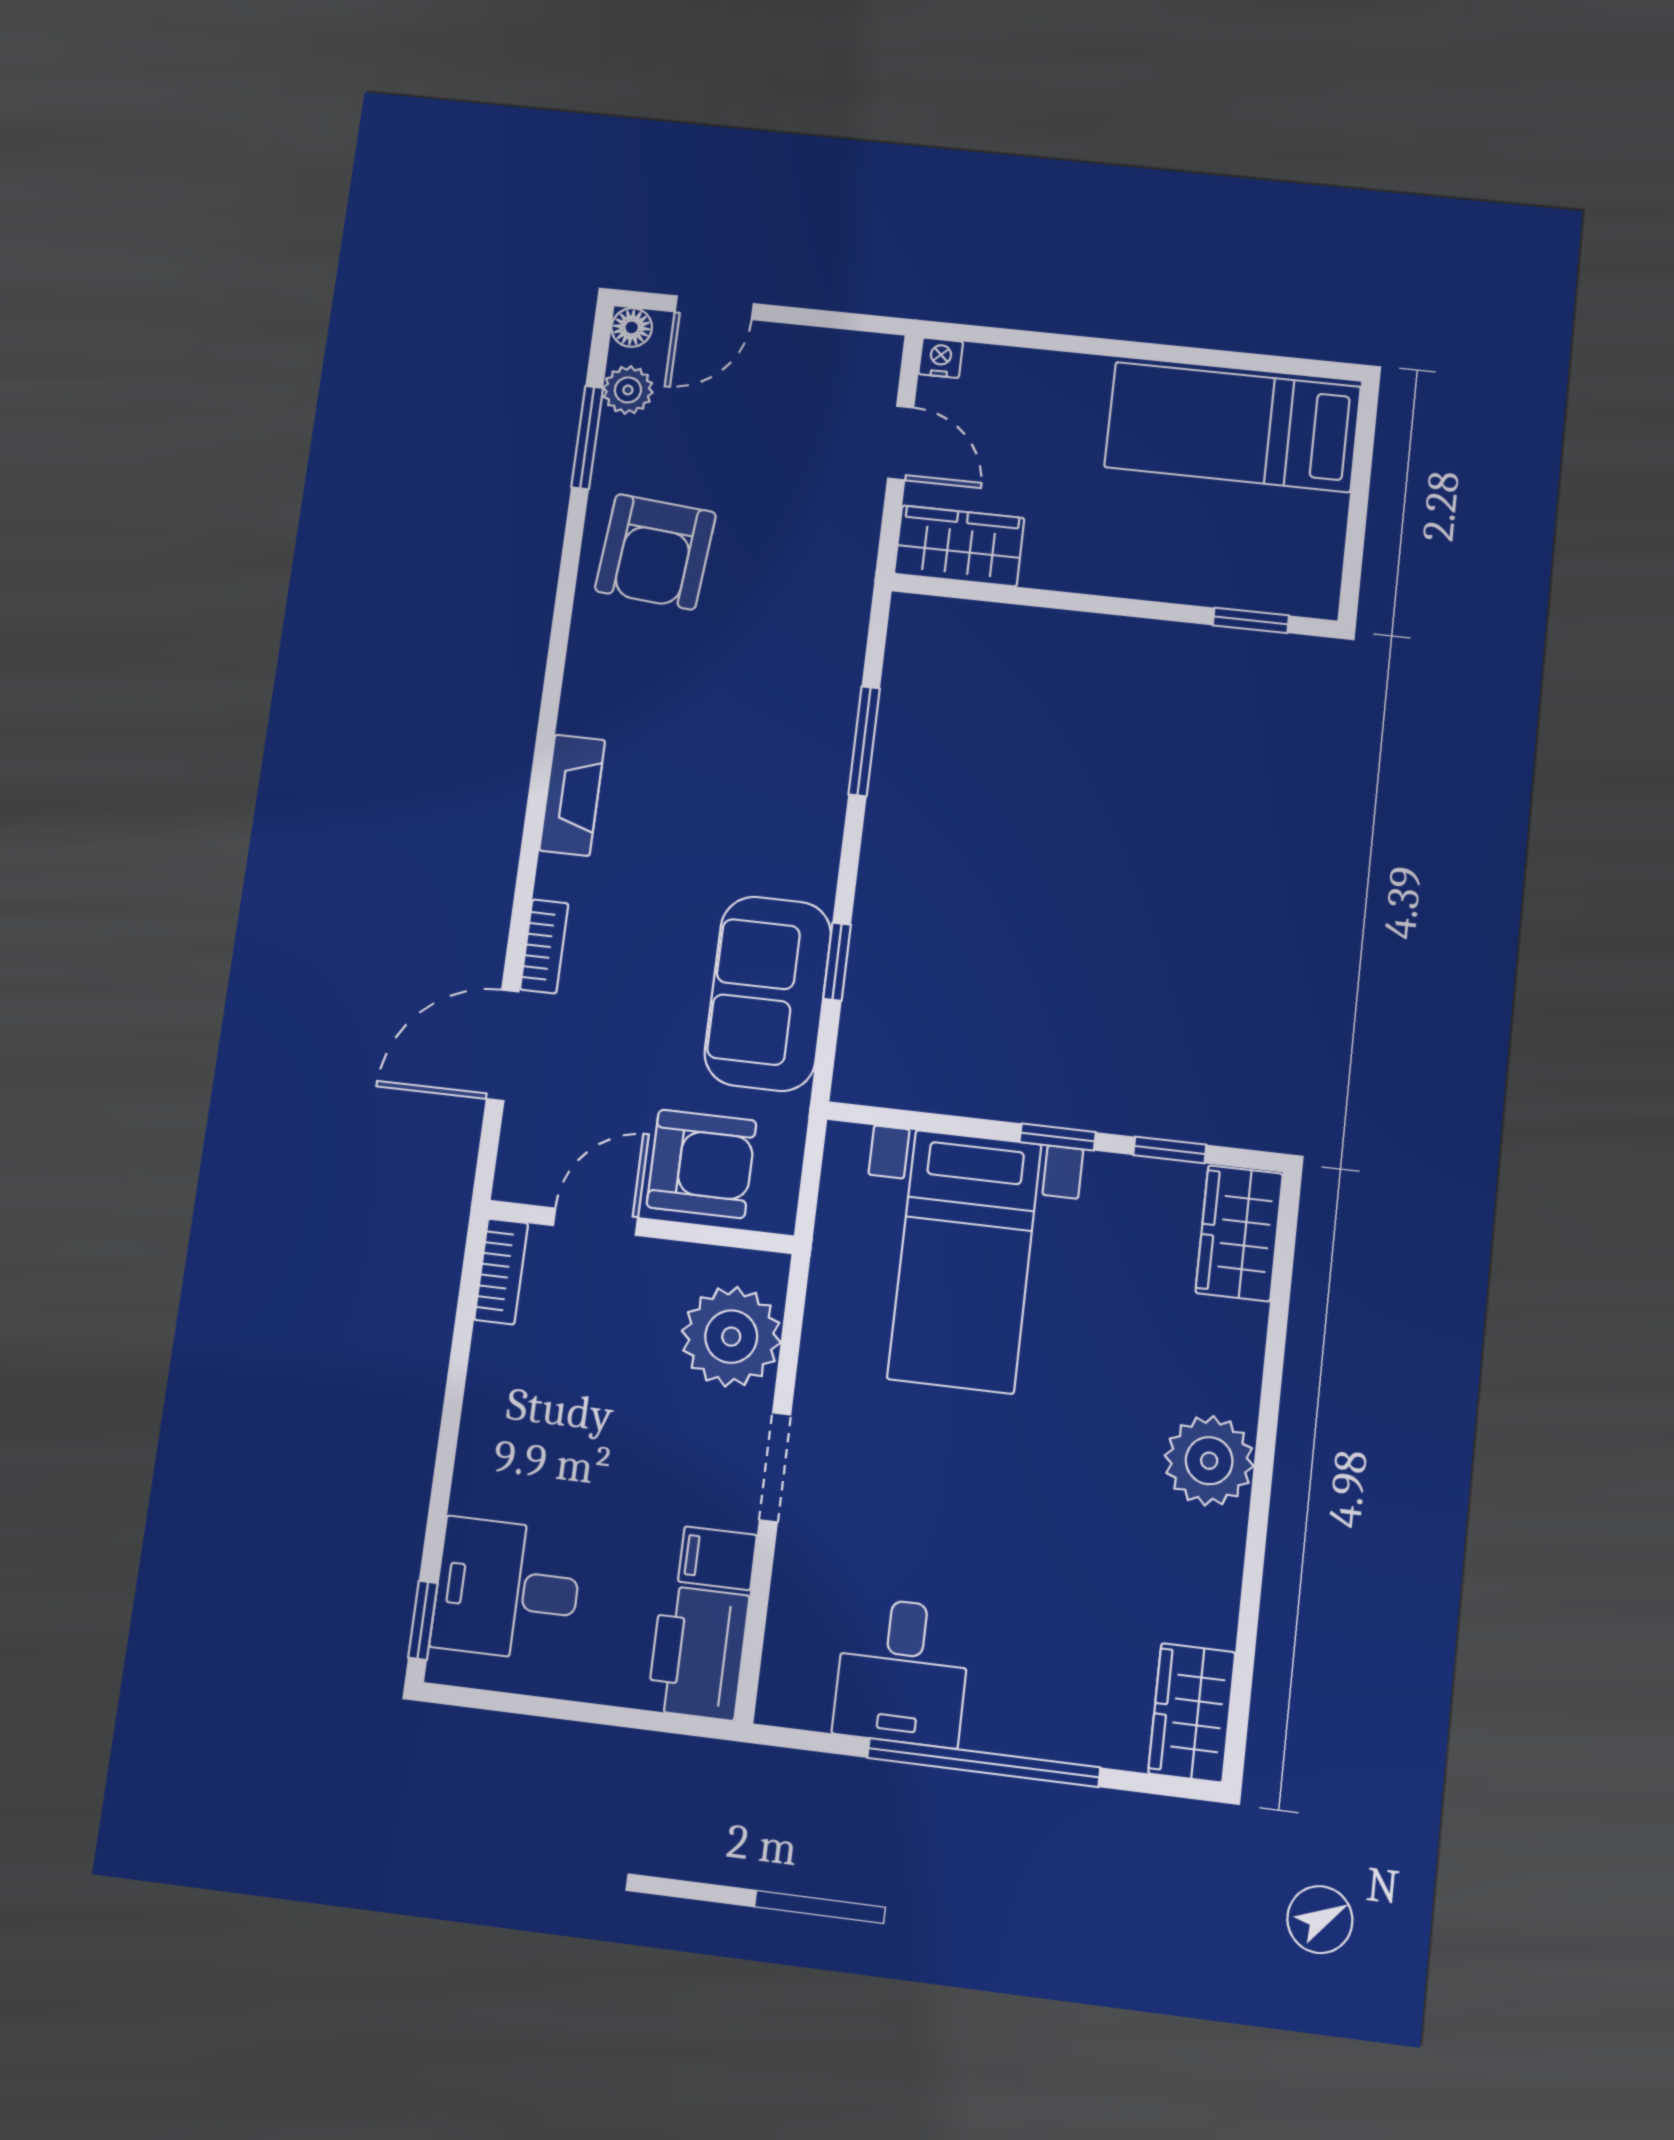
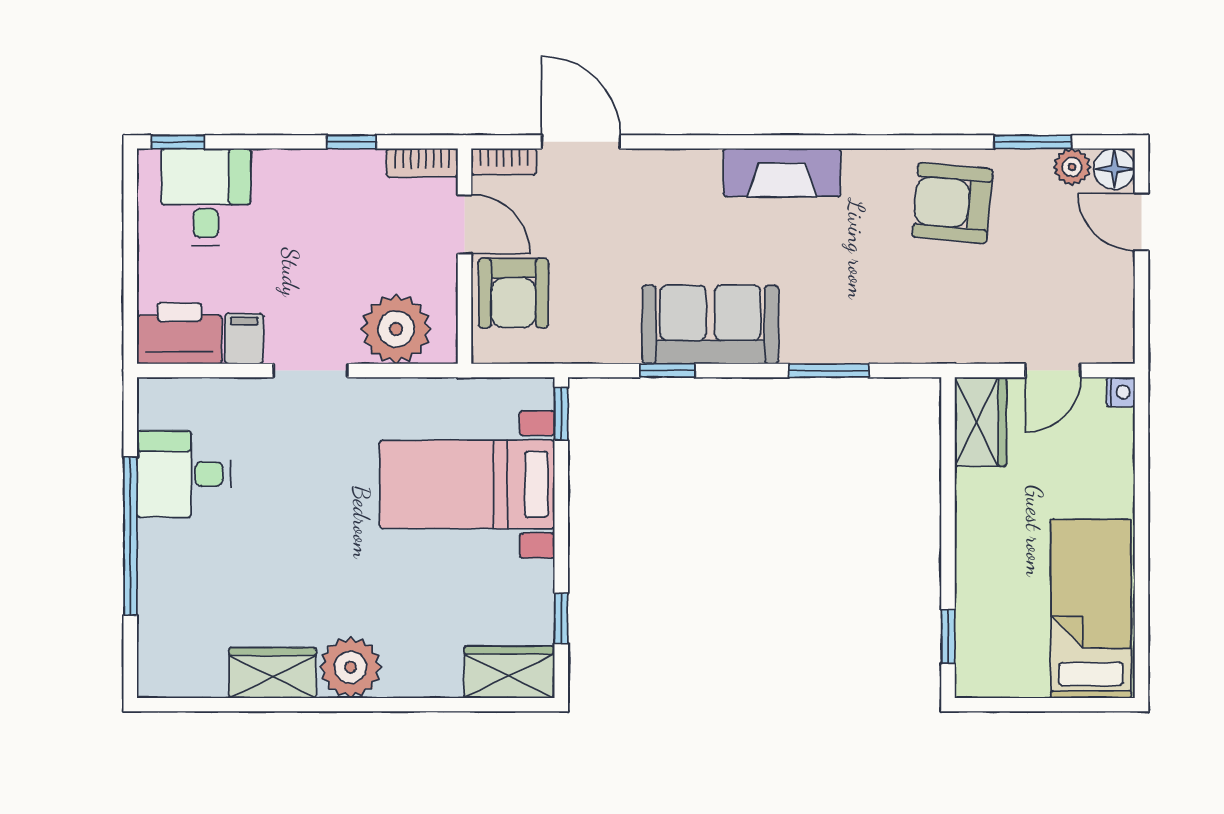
floor lamp: (632, 327) -> (1114, 169), width x1.37, depth x1.37
fireplace: (572, 795) -> (782, 173), width x1.37, depth x1.32
bookcase: (544, 946) -> (504, 162), moved
sofa: (768, 993) -> (710, 325), moved
window: (1058, 1137) -> (561, 414), moved
window: (458, 1369) -> (352, 142), added
wardrobe: (1192, 1713) -> (273, 673), moved

